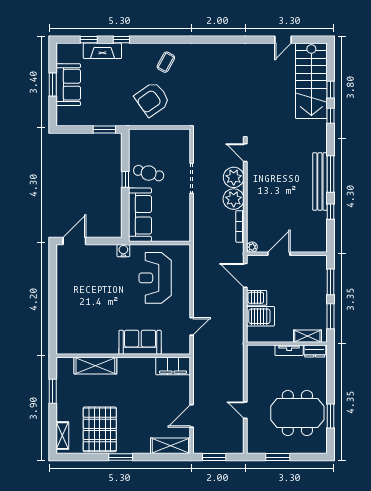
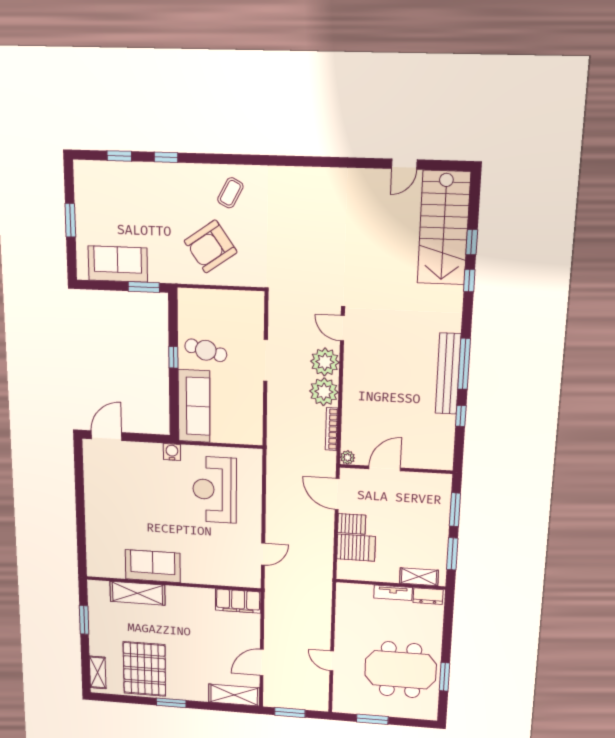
fireplace: (102, 51) -> (139, 173), removed
sofa: (68, 85) -> (118, 264), moved, turned -90
sofa: (140, 342) -> (153, 566), moved

